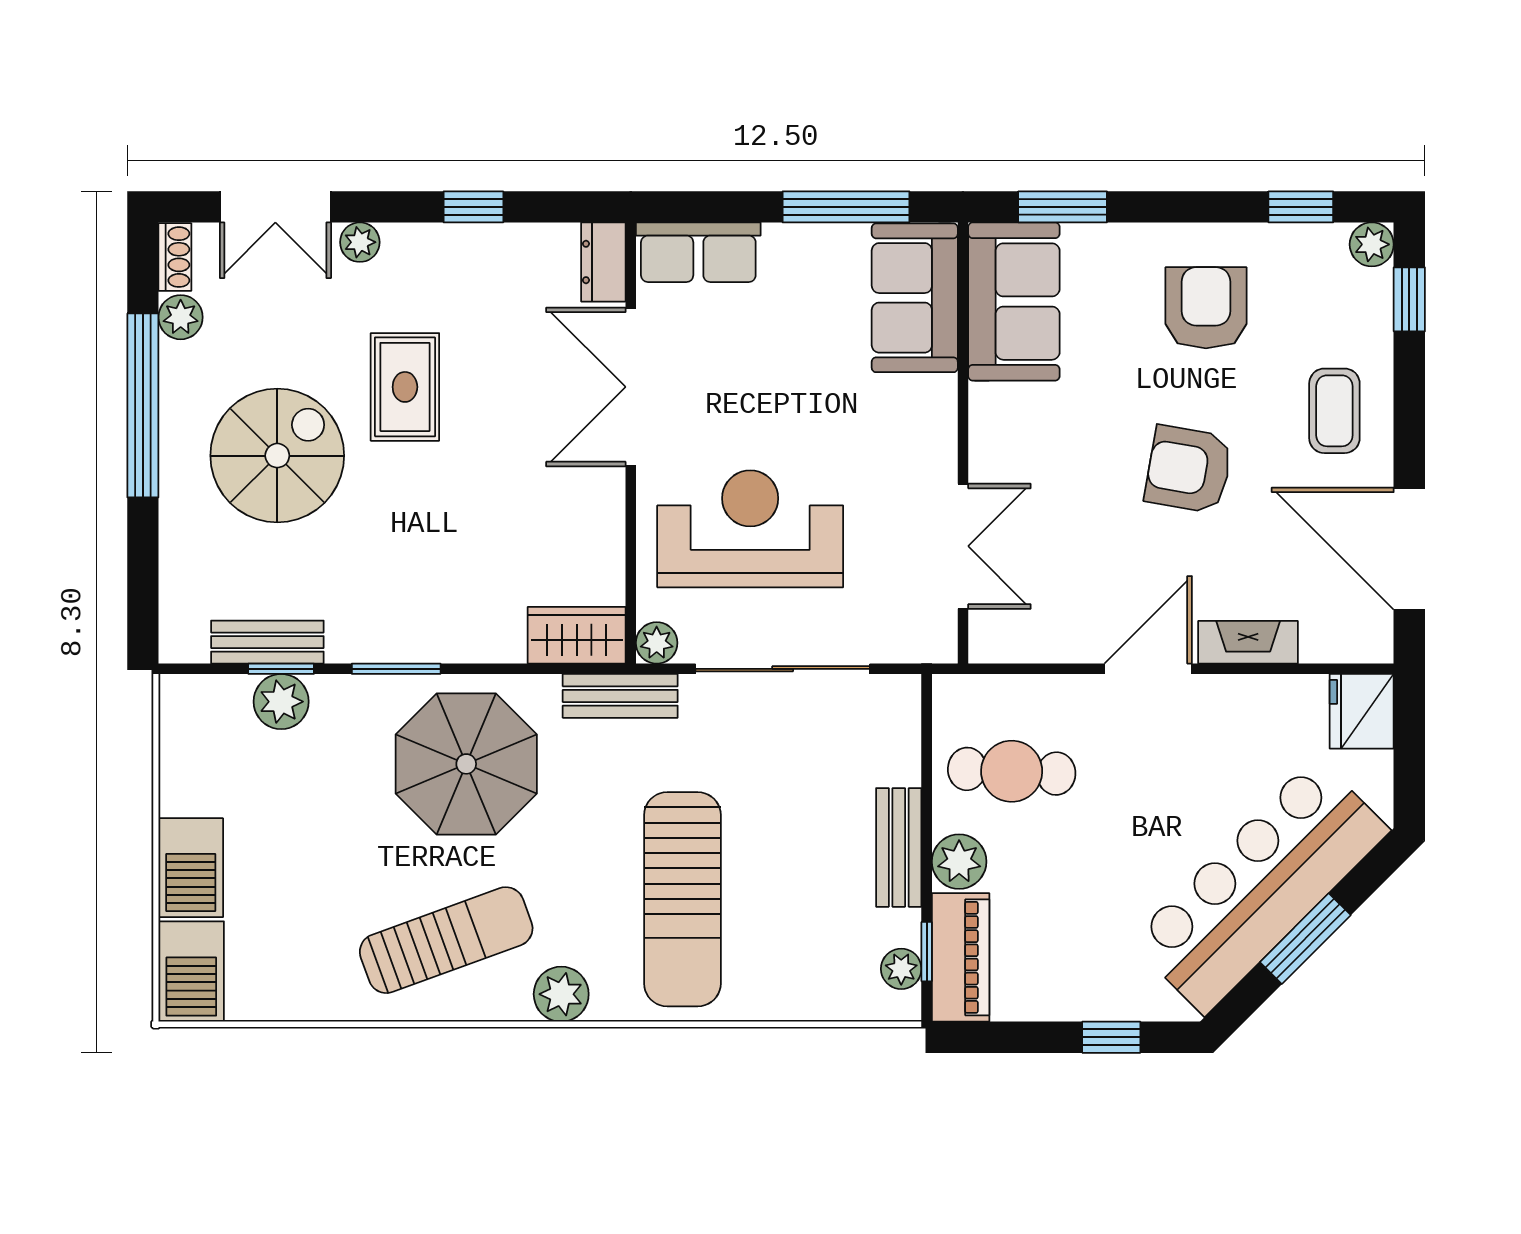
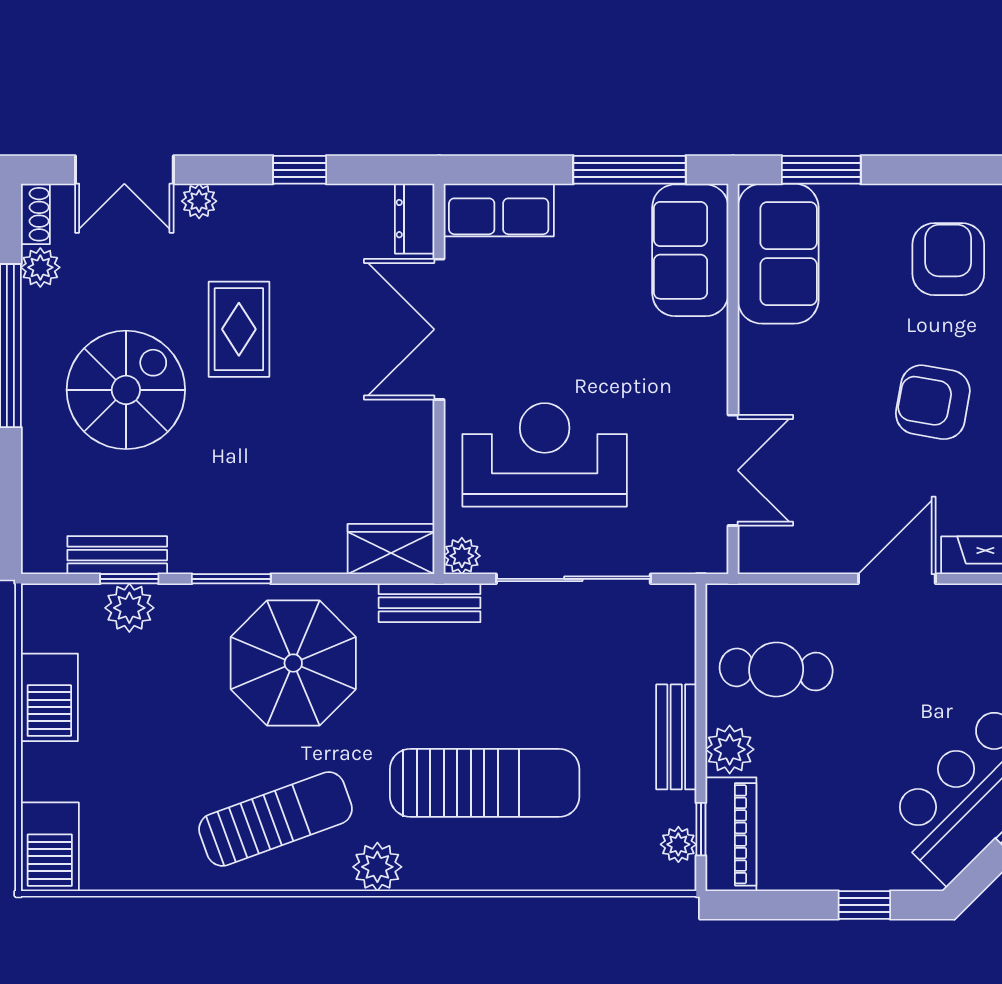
barbecue: (191, 868) -> (49, 697), moved
sun lounger: (682, 899) -> (485, 783), turned -90

